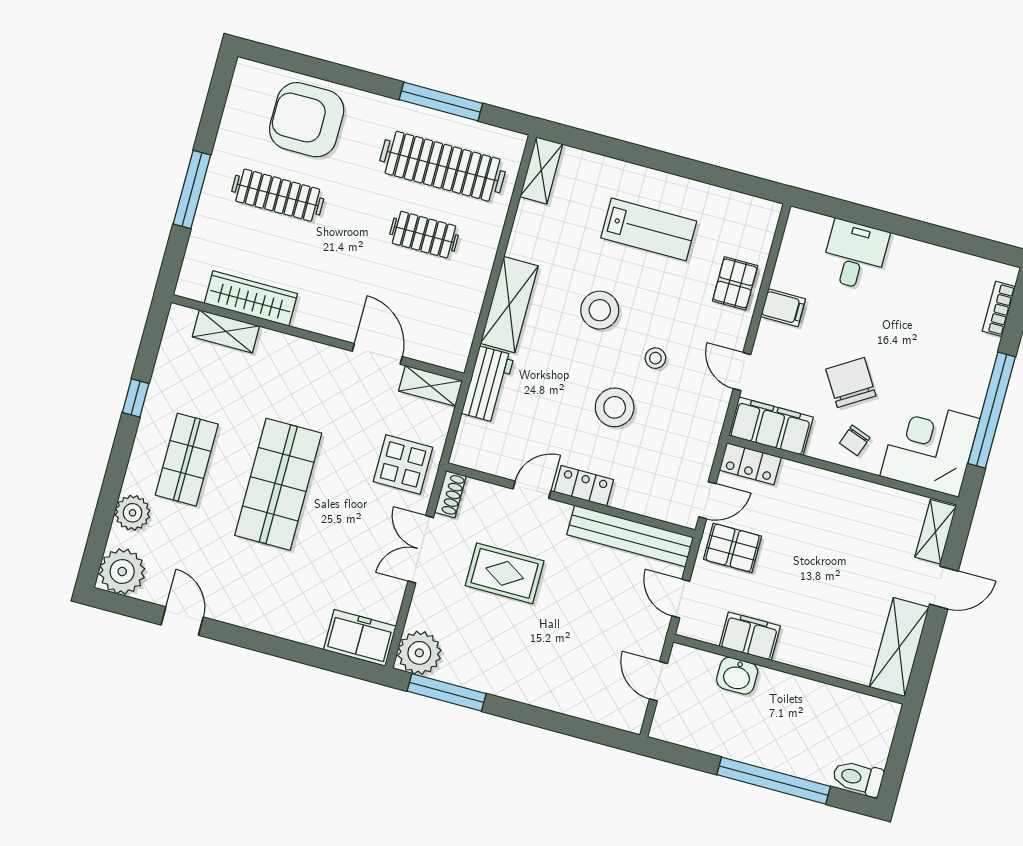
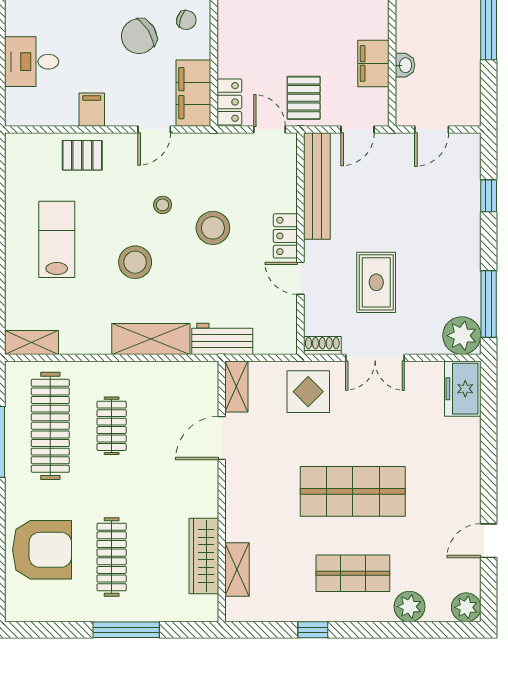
armchair: (307, 120) -> (42, 550), turned -90
plant: (122, 572) -> (466, 607), width x0.73, depth x0.73
washbasin: (737, 676) -> (405, 65), width x0.72, depth x0.69
window: (567, 725) -> (489, 196), added

